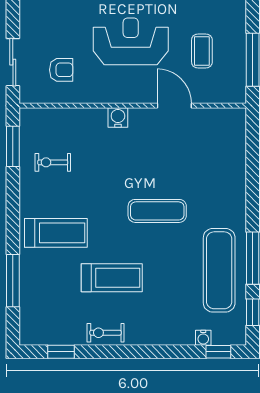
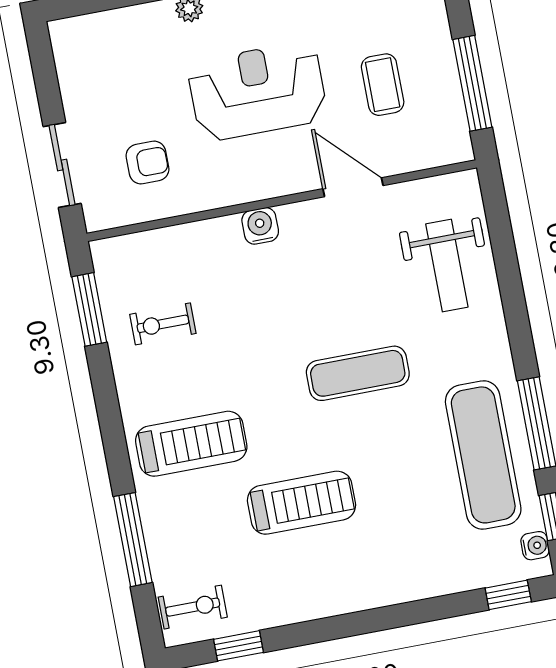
weight bench: (219, 160) -> (447, 266), added
exercise bike: (105, 333) -> (193, 607), moved, turned 180
water cooler: (203, 338) -> (535, 546), moved, turned -90

